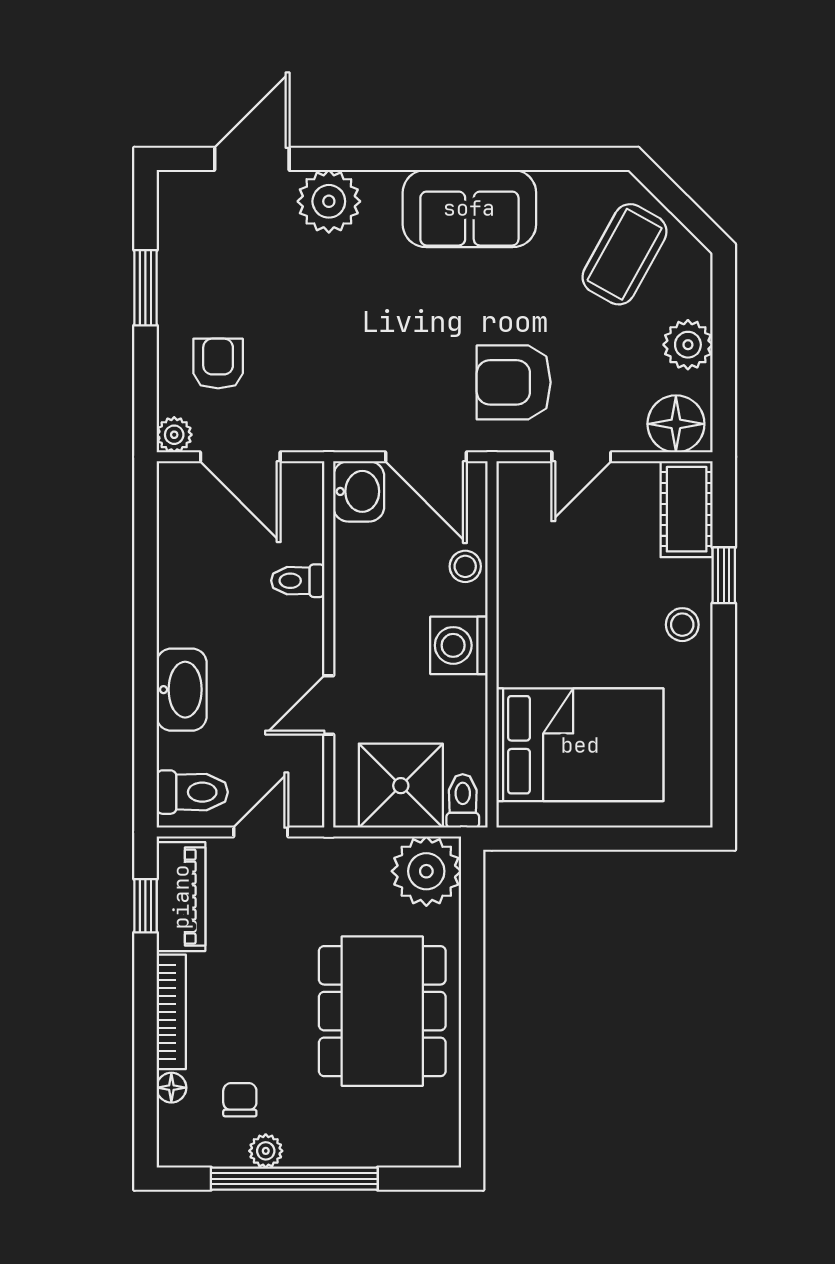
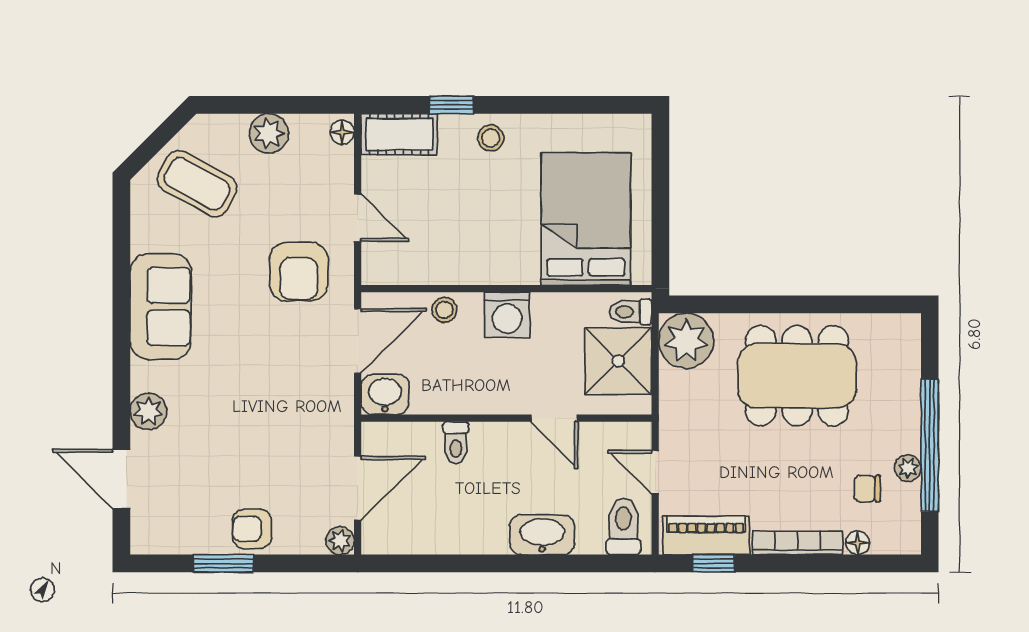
plant: (329, 201) -> (148, 411), width x0.73, depth x0.73
armchair: (218, 363) -> (252, 529), moved
floor lamp: (676, 424) -> (342, 132), width x0.53, depth x0.53

